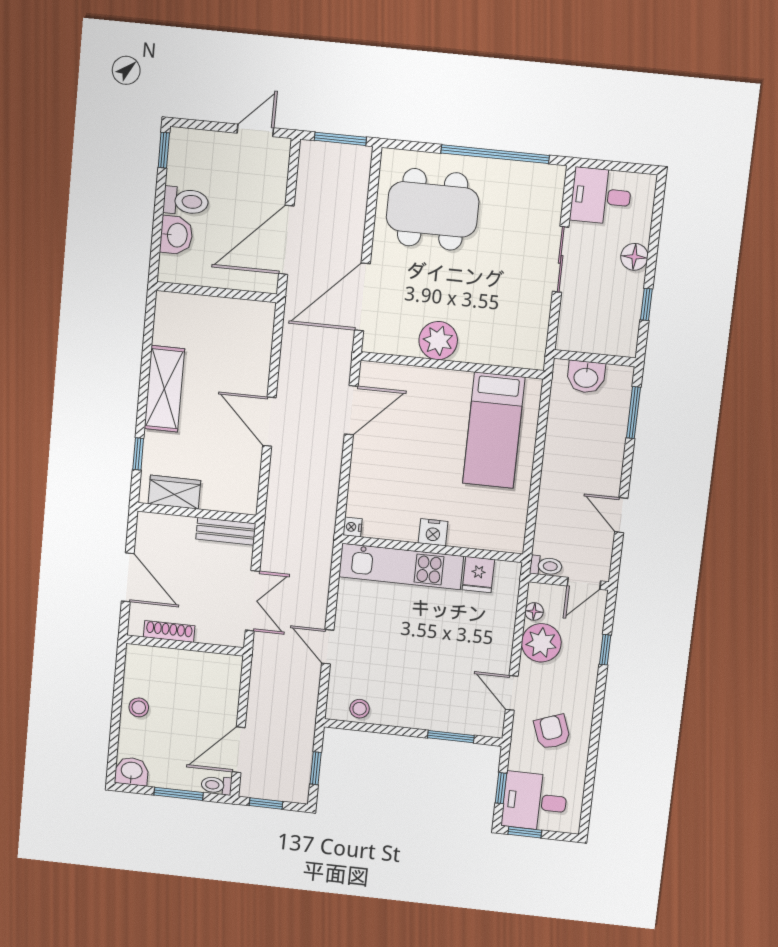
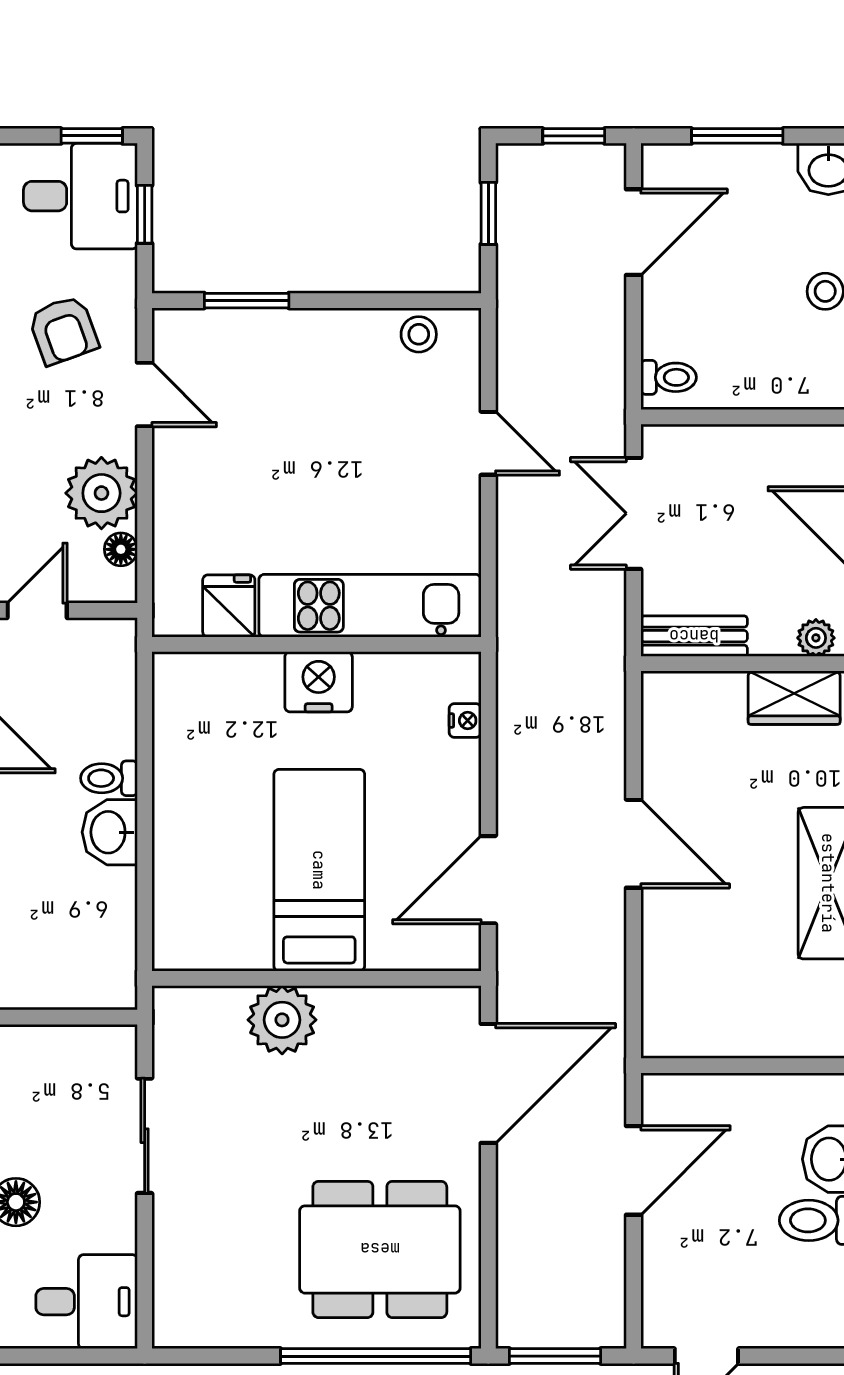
window: (495, 154) -> (376, 1356), moved
door: (286, 240) -> (634, 1170), width x0.73
sliding door: (561, 259) -> (145, 1136), moved
plant: (438, 341) -> (282, 1020), moved
washbasin: (586, 377) -> (110, 832), moved, turned -90
bed: (494, 430) -> (319, 870), moved
plant: (160, 523) -> (816, 638), added
nightstand: (352, 527) -> (465, 720), moved
nightstand: (433, 532) -> (319, 682), width x1.36, depth x1.33
toilet: (546, 566) -> (109, 778), moved
shoe rack: (169, 631) -> (781, 440), removed
toilet: (216, 785) -> (669, 377), moved

